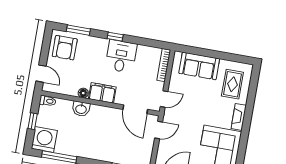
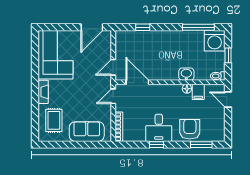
window: (115, 37) -> (157, 145), moved
armchair: (65, 48) -> (190, 129), moved
filing cabinet: (102, 93) -> (198, 92), moved, width x0.50

